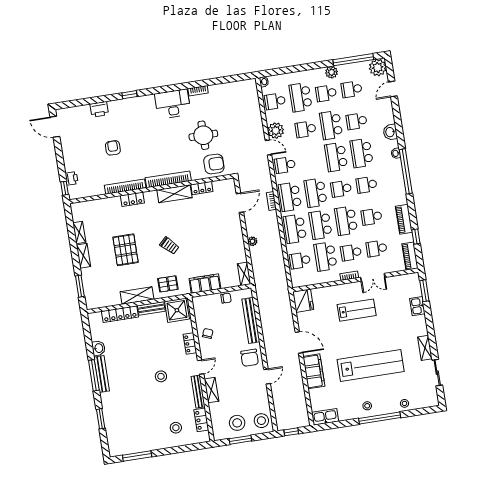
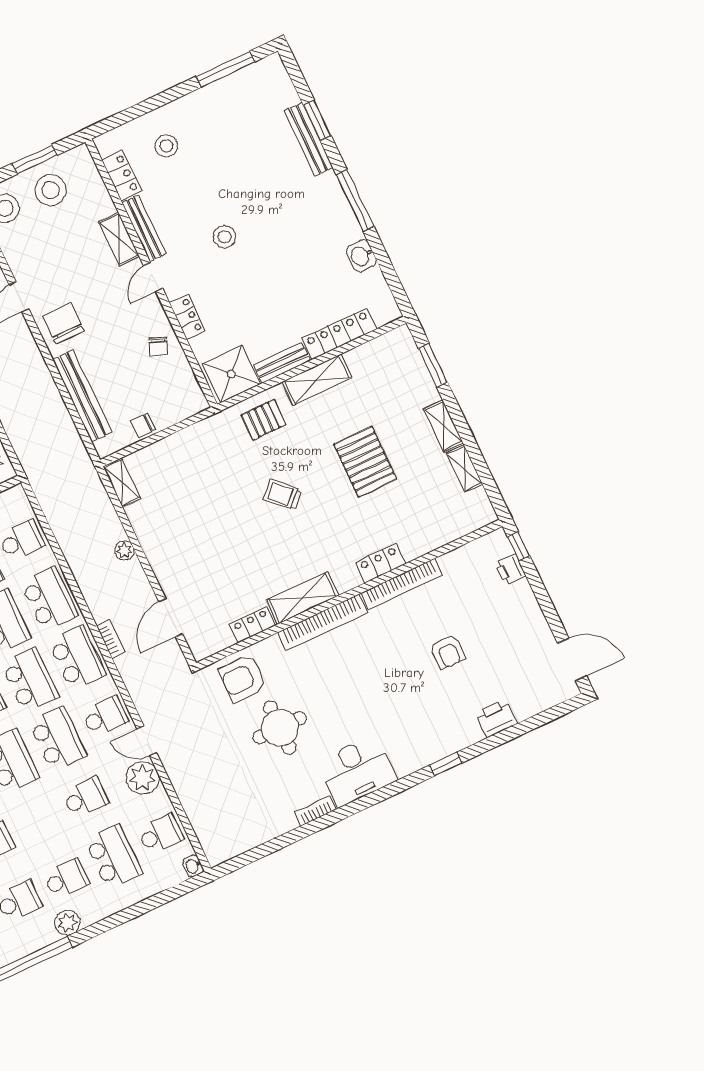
school desk: (331, 125) -> (58, 739), moved
filing cabinet: (205, 284) -> (192, 441), removed
bench: (102, 374) -> (308, 139), moved

